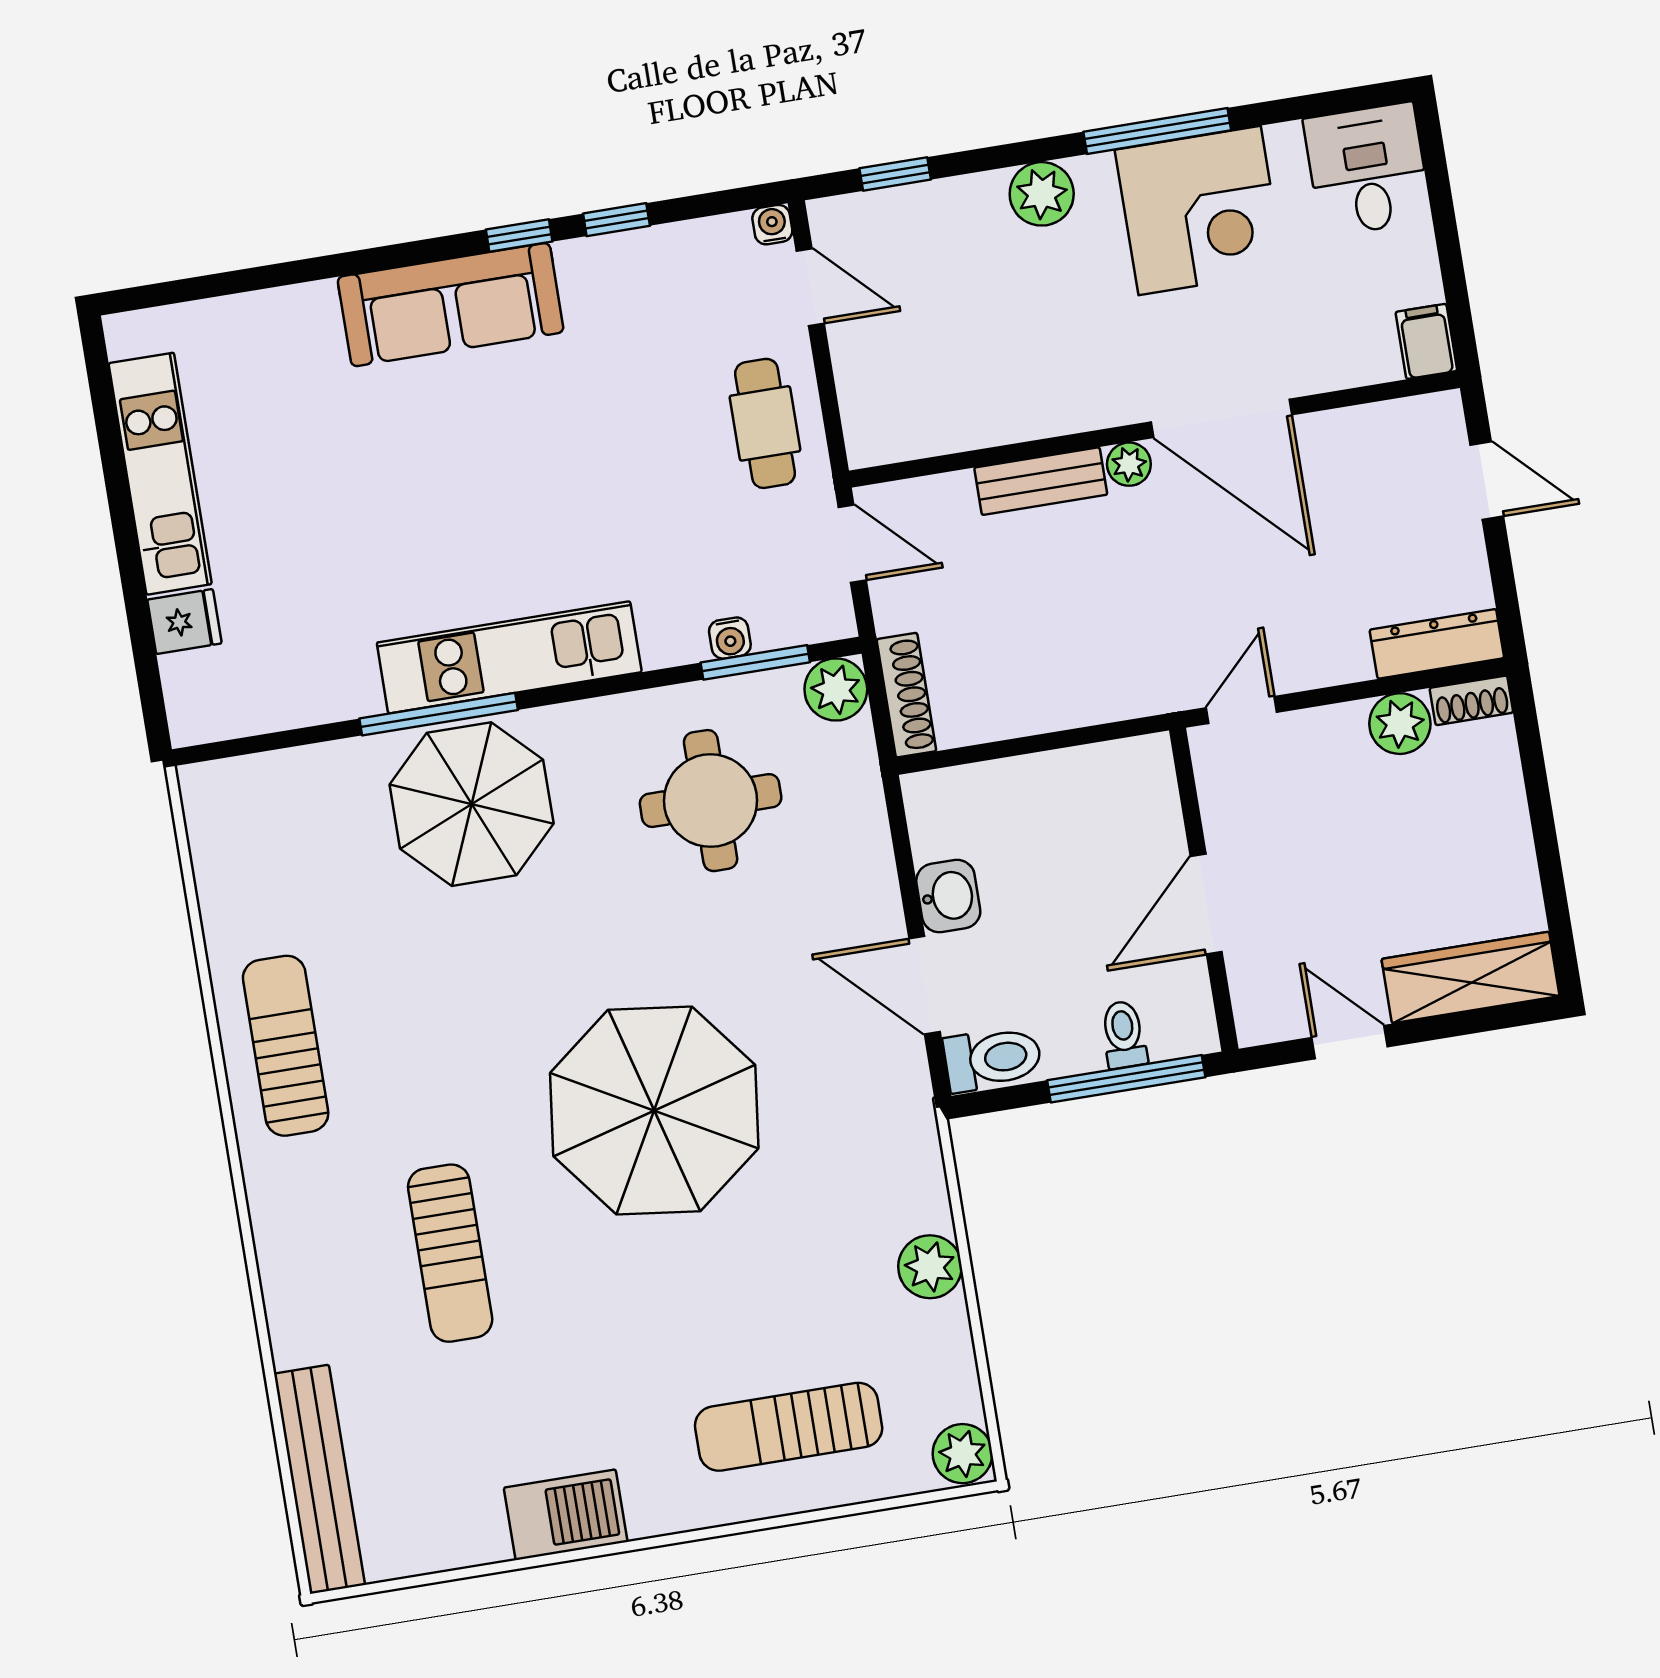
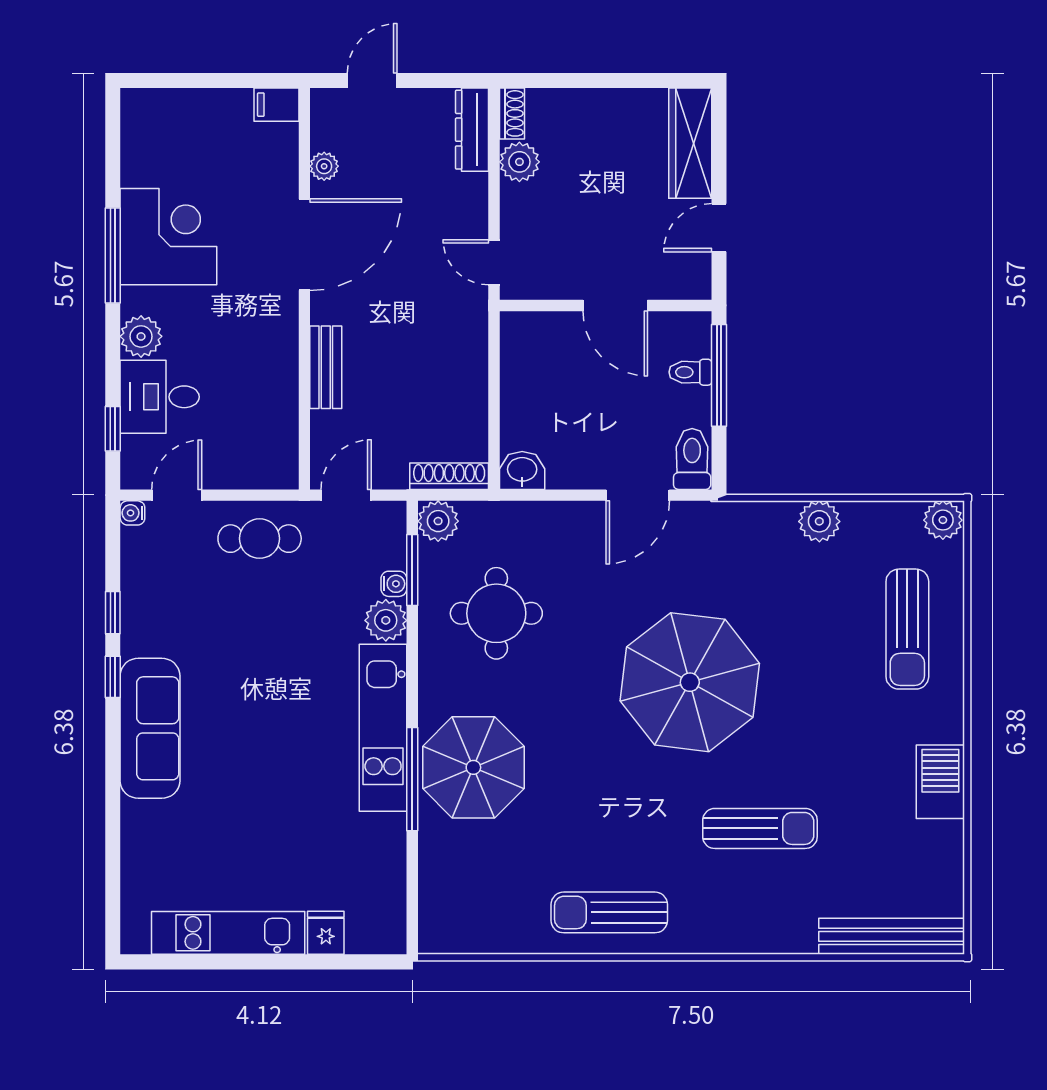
desk: (1367, 170) -> (160, 397), moved
plant: (1129, 464) -> (324, 166), moved
plant: (673, 635) -> (386, 620), added
washbasin: (948, 896) -> (522, 470), moved

